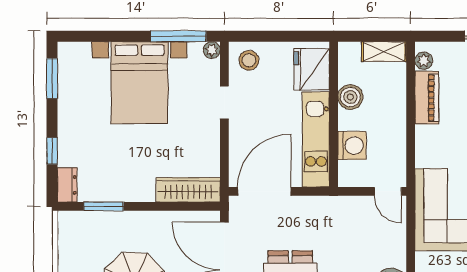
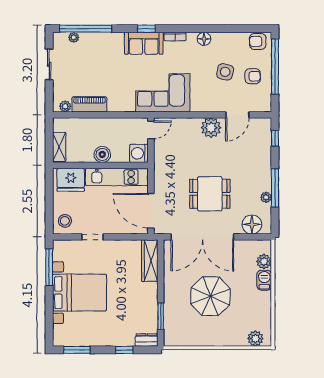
plant: (212, 50) -> (58, 245), removed
shelving: (384, 52) -> (59, 147), moved
boiler: (350, 97) -> (102, 154), moved
washing machine: (352, 145) -> (139, 153), moved, turned -90

